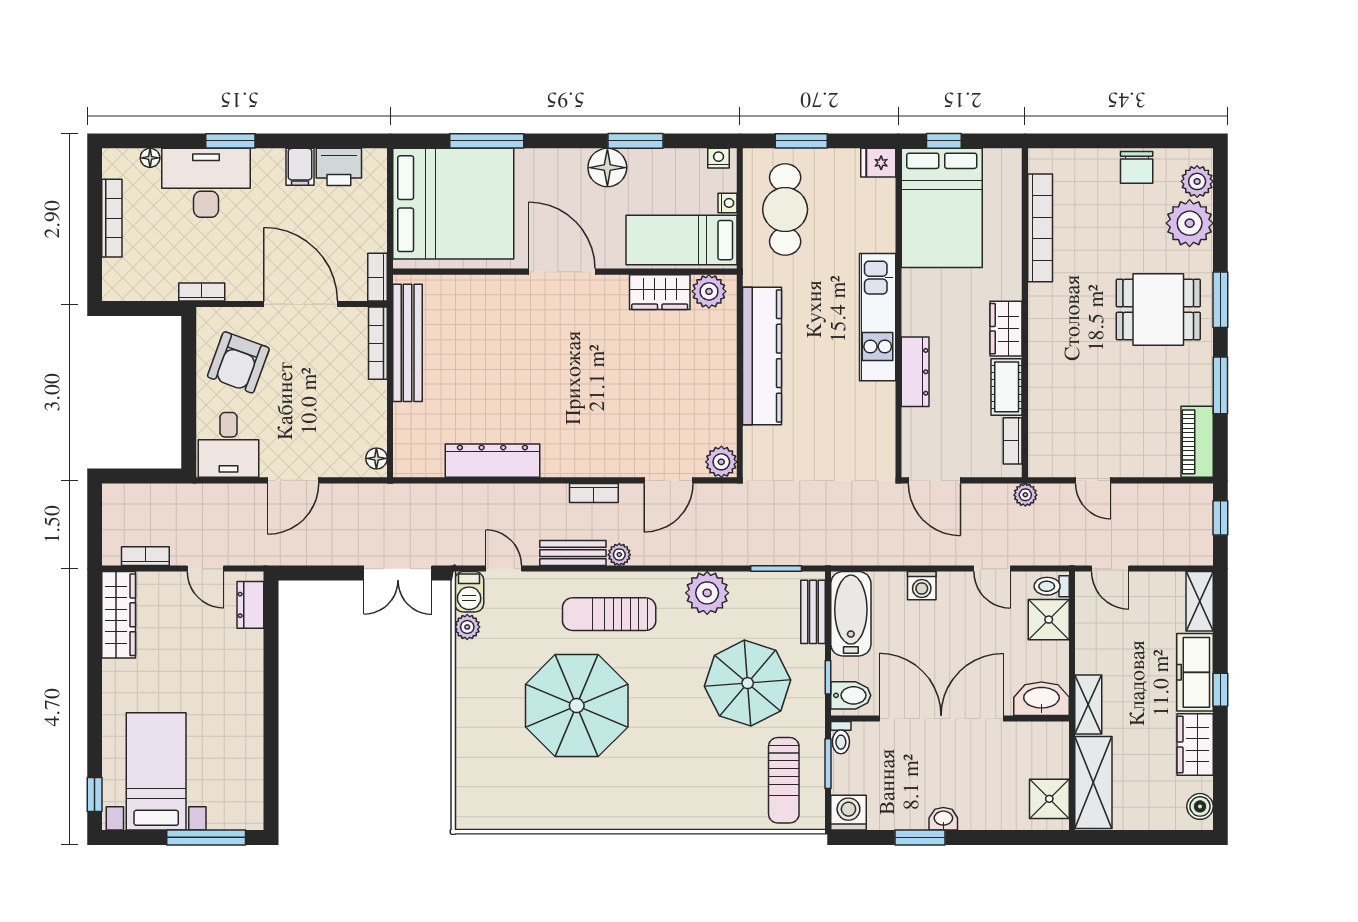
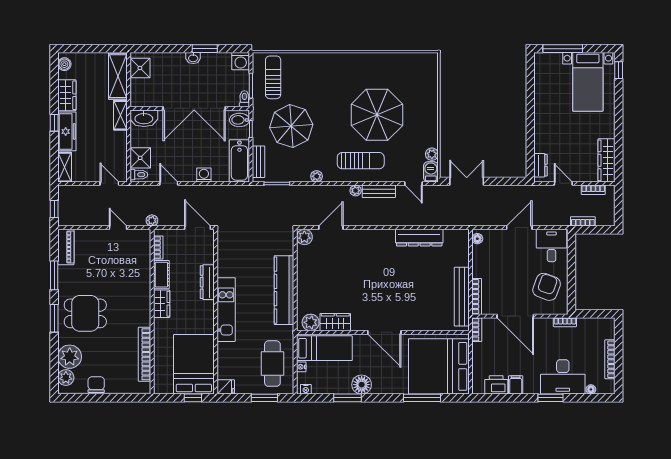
bookcase: (594, 493) -> (583, 221), moved
plant: (707, 593) -> (317, 176), width x0.53, depth x0.53

